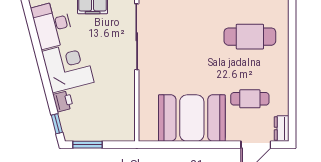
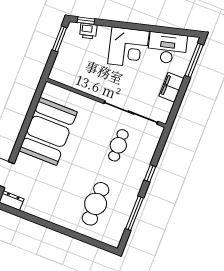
cafe table: (250, 99) -> (118, 145), moved
printer: (63, 101) -> (88, 31), moved

